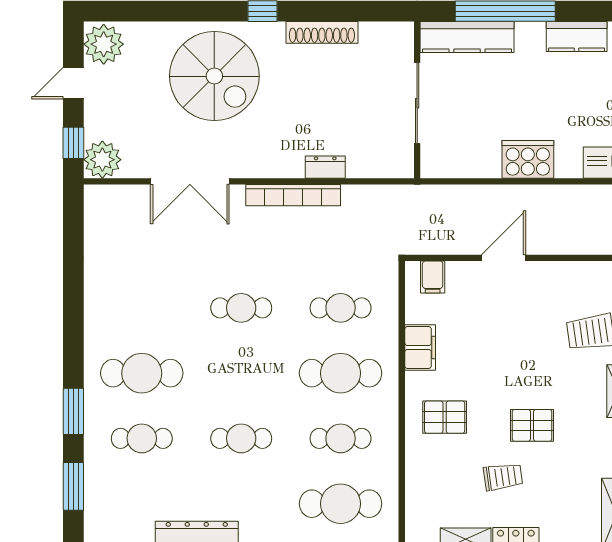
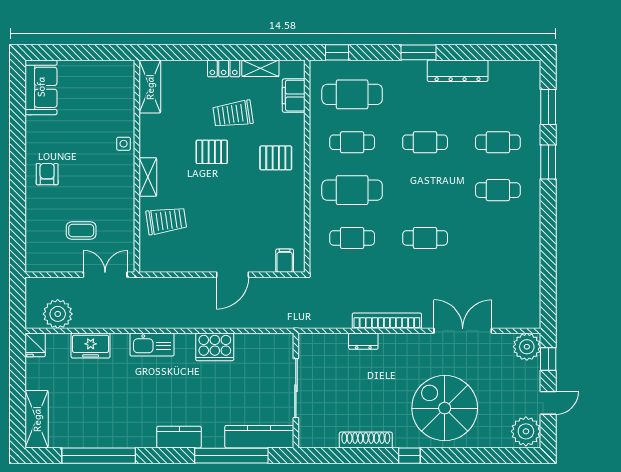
filing cabinet: (420, 347) -> (294, 96), moved
cafe table: (142, 373) -> (498, 190), width x0.73, depth x0.74
trolley: (503, 477) -> (233, 114), width x1.36, depth x1.39

